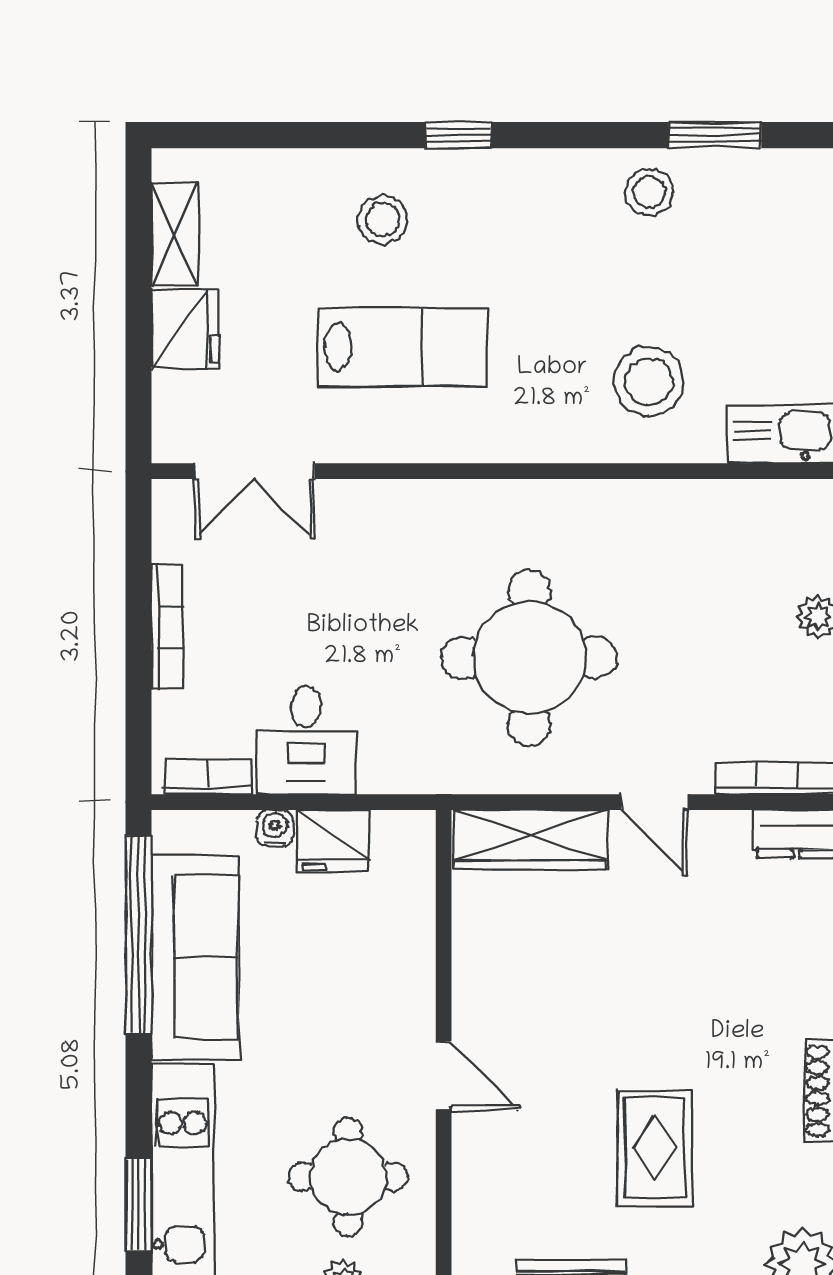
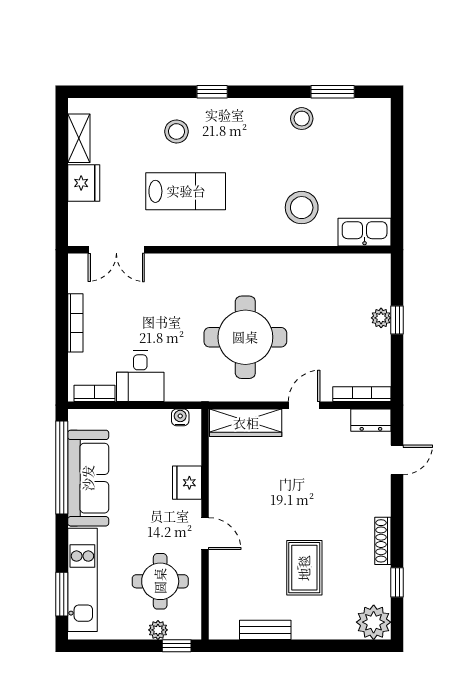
door: (654, 802) -> (304, 405), swing flipped
water cooler: (275, 828) -> (180, 417), moved
fridge: (333, 841) -> (187, 483), moved, turned 90

